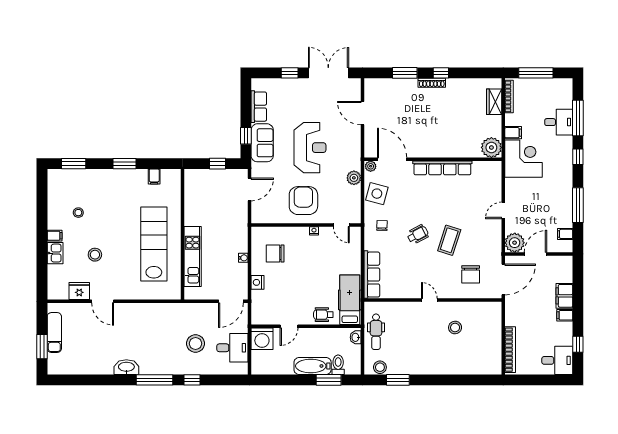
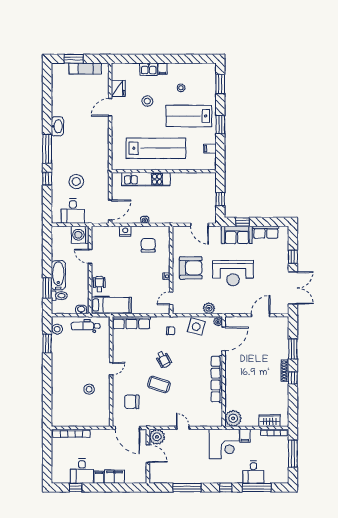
lab bench: (114, 203) -> (189, 116), added
filing cabinet: (565, 234) -> (164, 477), removed
door: (231, 301) -> (110, 210), swing flipped
desk: (557, 360) -> (82, 471), moved

